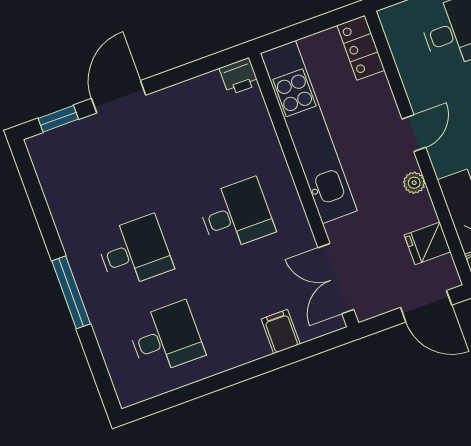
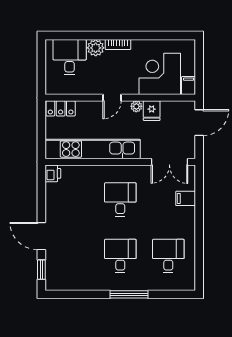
door: (414, 133) -> (112, 98), swing flipped
fridge: (428, 243) -> (152, 111), moved

